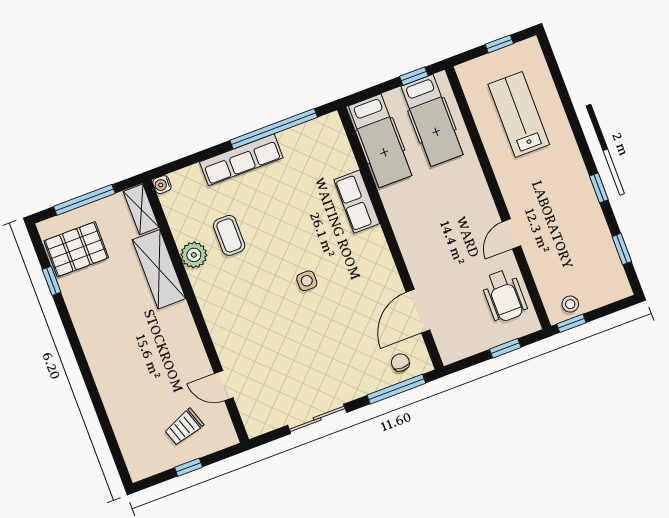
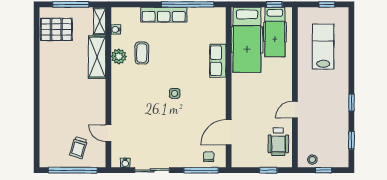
hospital bed: (380, 141) -> (247, 40), width x1.37, depth x1.29
water cooler: (162, 185) -> (116, 29), moved
window: (52, 281) -> (37, 41), removed
window: (571, 323) -> (324, 170), moved
water cooler: (269, 423) -> (125, 163), added
trolley: (184, 427) -> (78, 148), turned -54
window: (188, 467) -> (73, 170), width x3.17

